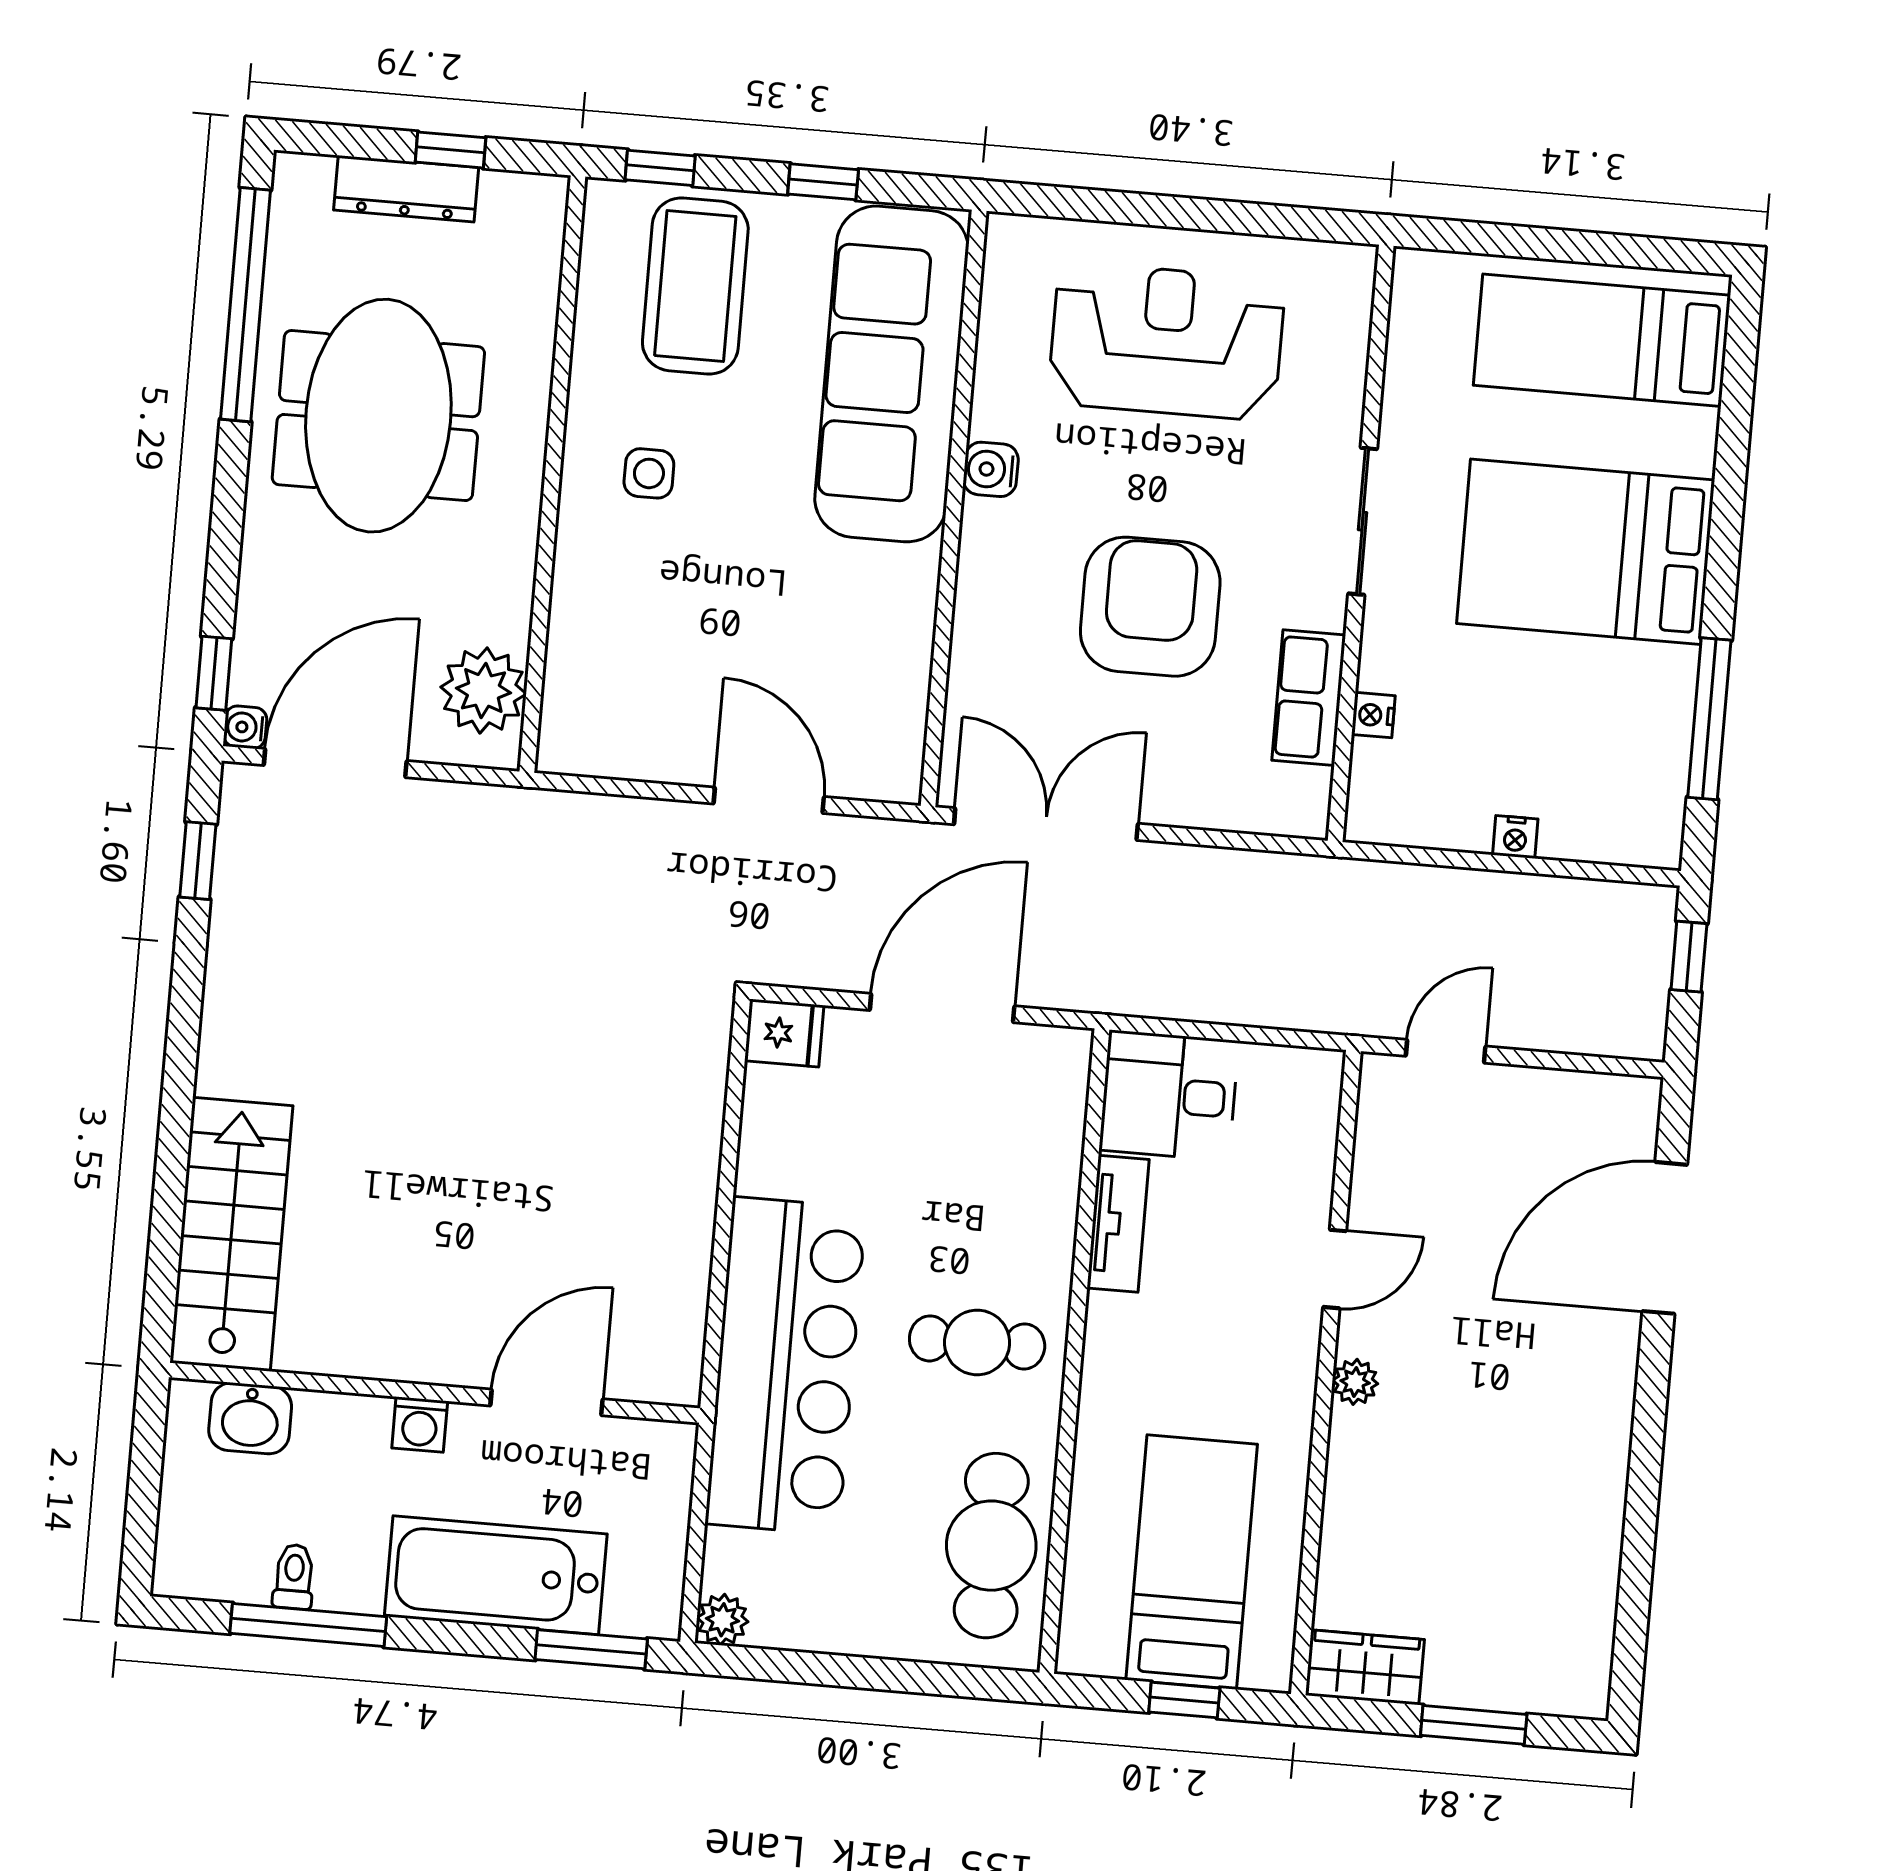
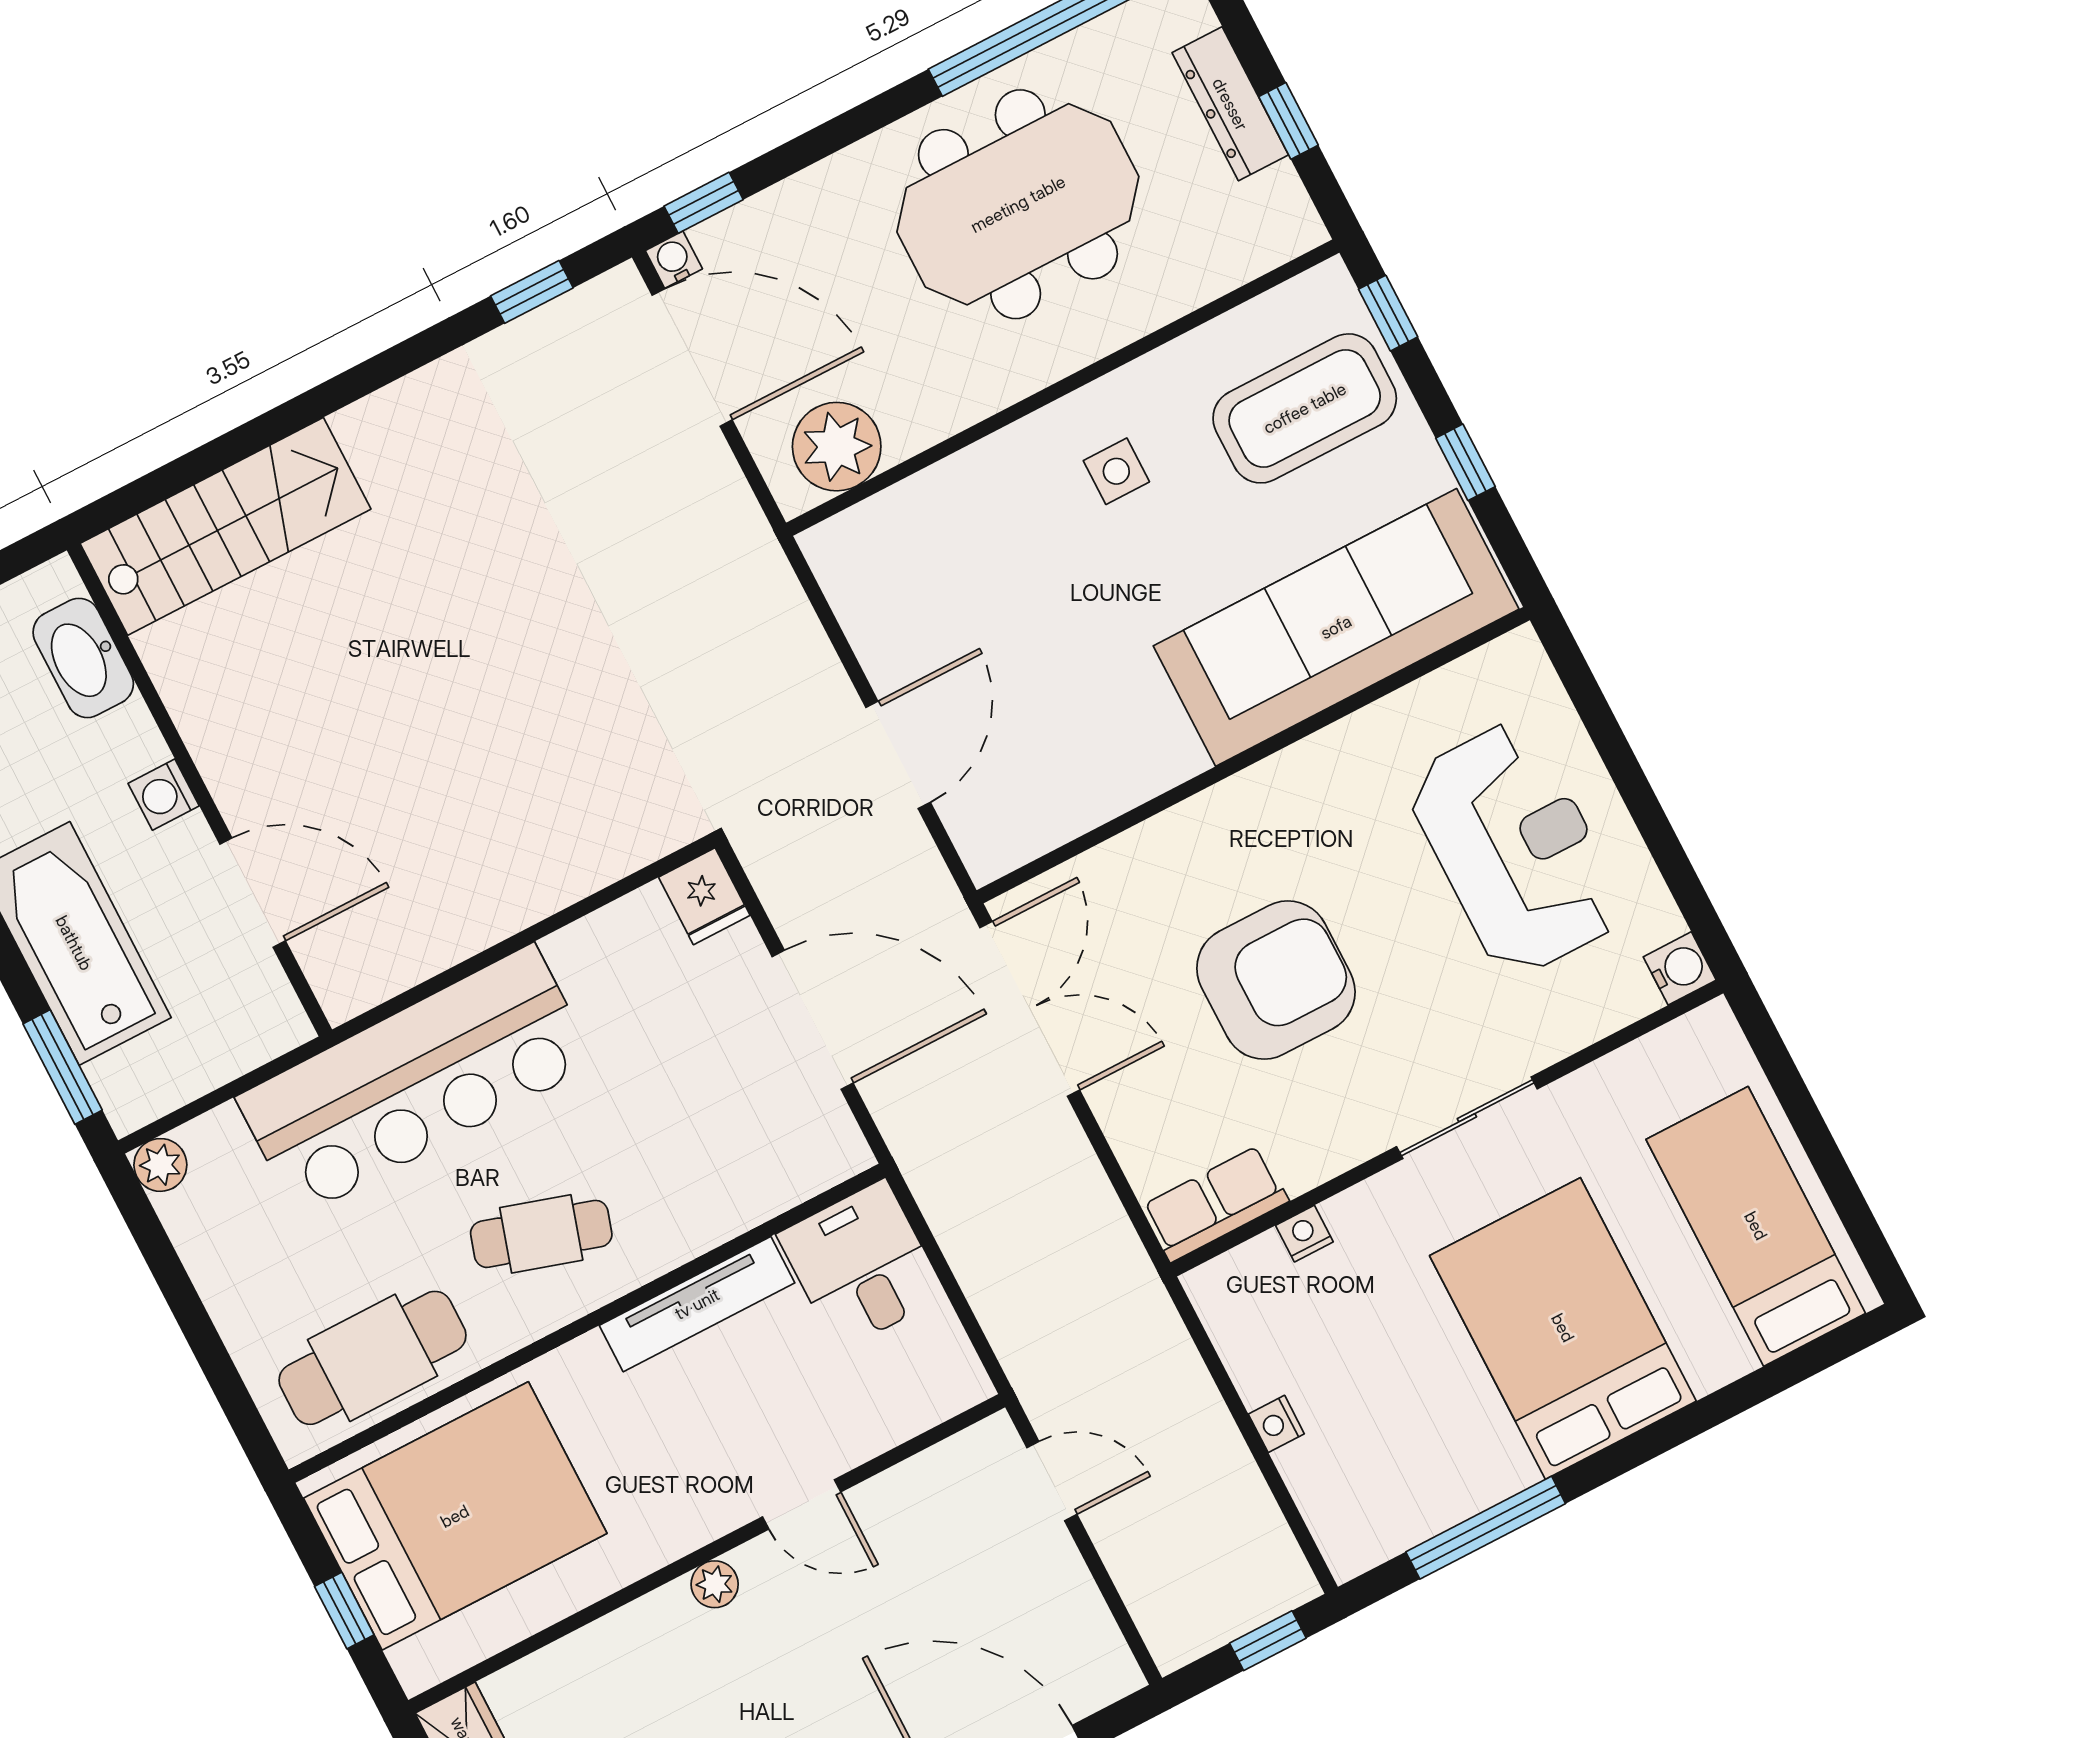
water cooler: (991, 469) -> (1680, 968), moved, turned 90
row of seats: (1309, 698) -> (1215, 1204), moved
tv unit: (1118, 1224) -> (697, 1304), width x1.41
cafe table: (977, 1342) -> (541, 1234), turned -73
washbasin: (250, 1418) -> (83, 658), width x1.38
bed: (1192, 1562) -> (455, 1516), width x1.50

